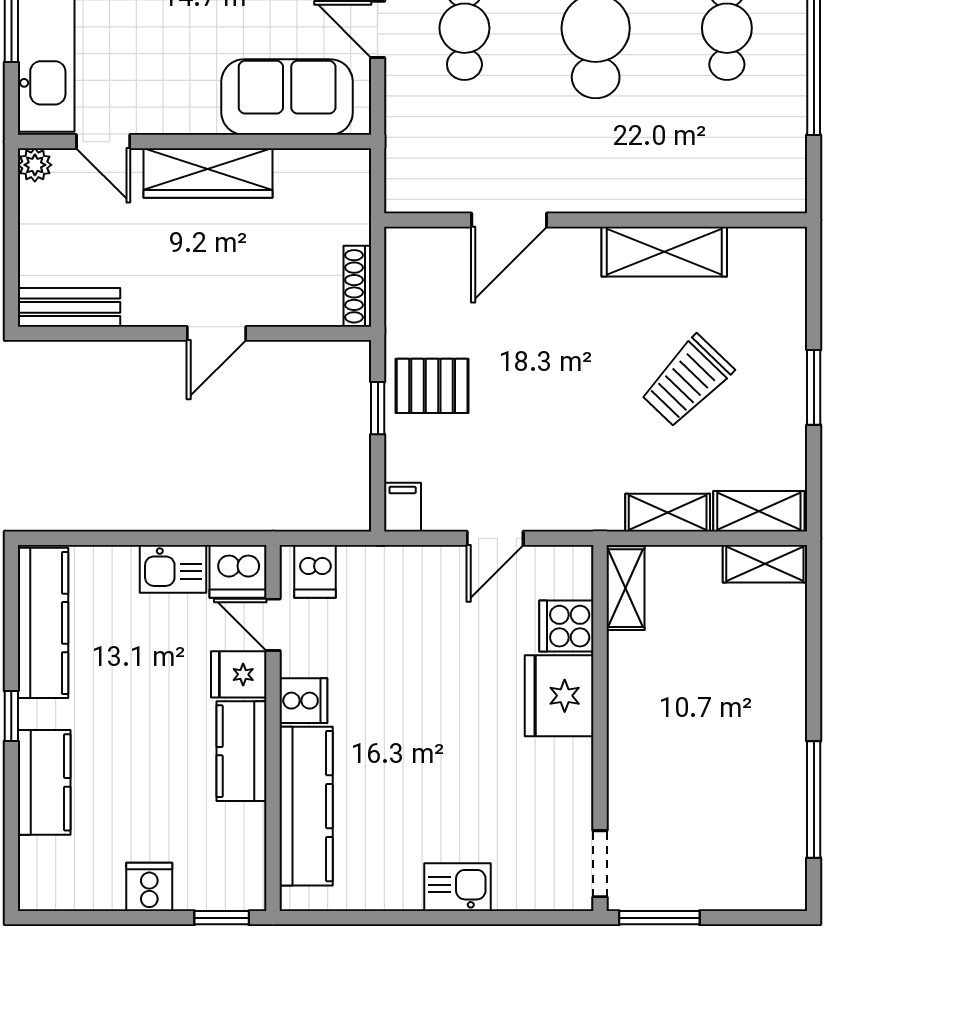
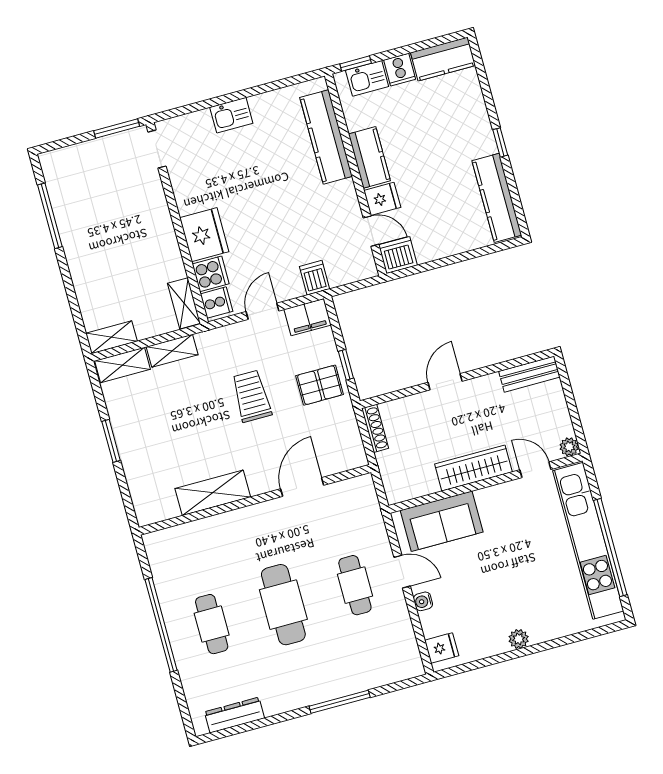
trolley: (687, 381) -> (252, 396), moved, turned -44
filing cabinet: (403, 507) -> (308, 317), width x2.00
kitchen sink: (173, 569) -> (367, 78), moved, turned 180
dishwasher: (315, 571) -> (314, 278), moved
cooker: (303, 701) -> (216, 303), moved, turned 180
kitchen counter: (44, 782) -> (443, 59), moved, turned -90

